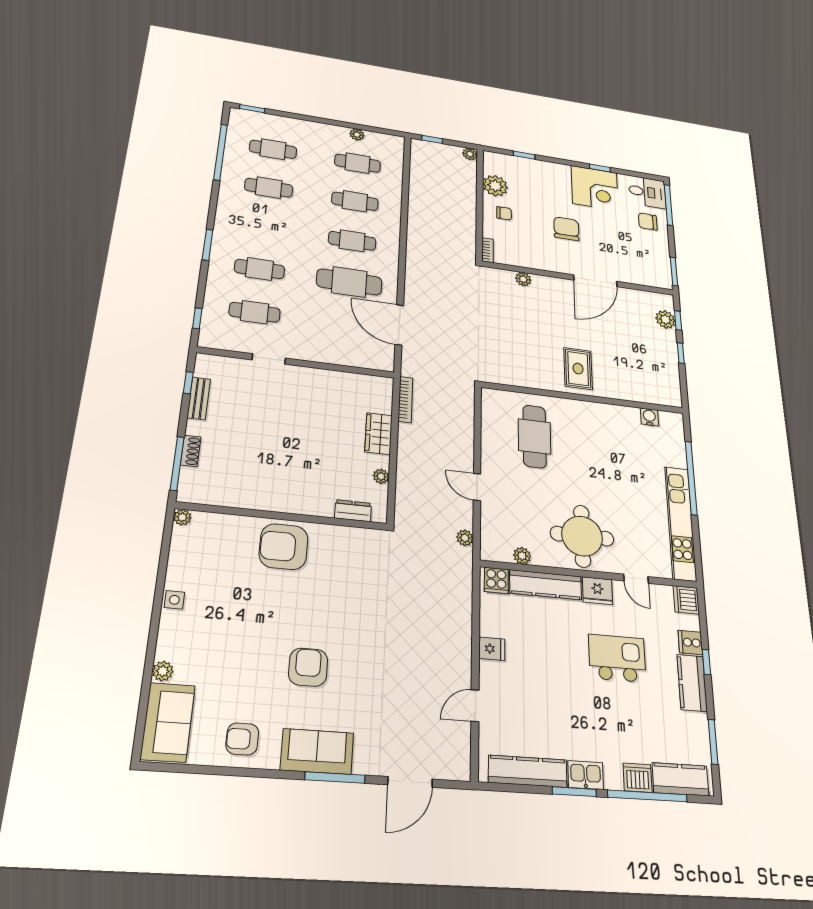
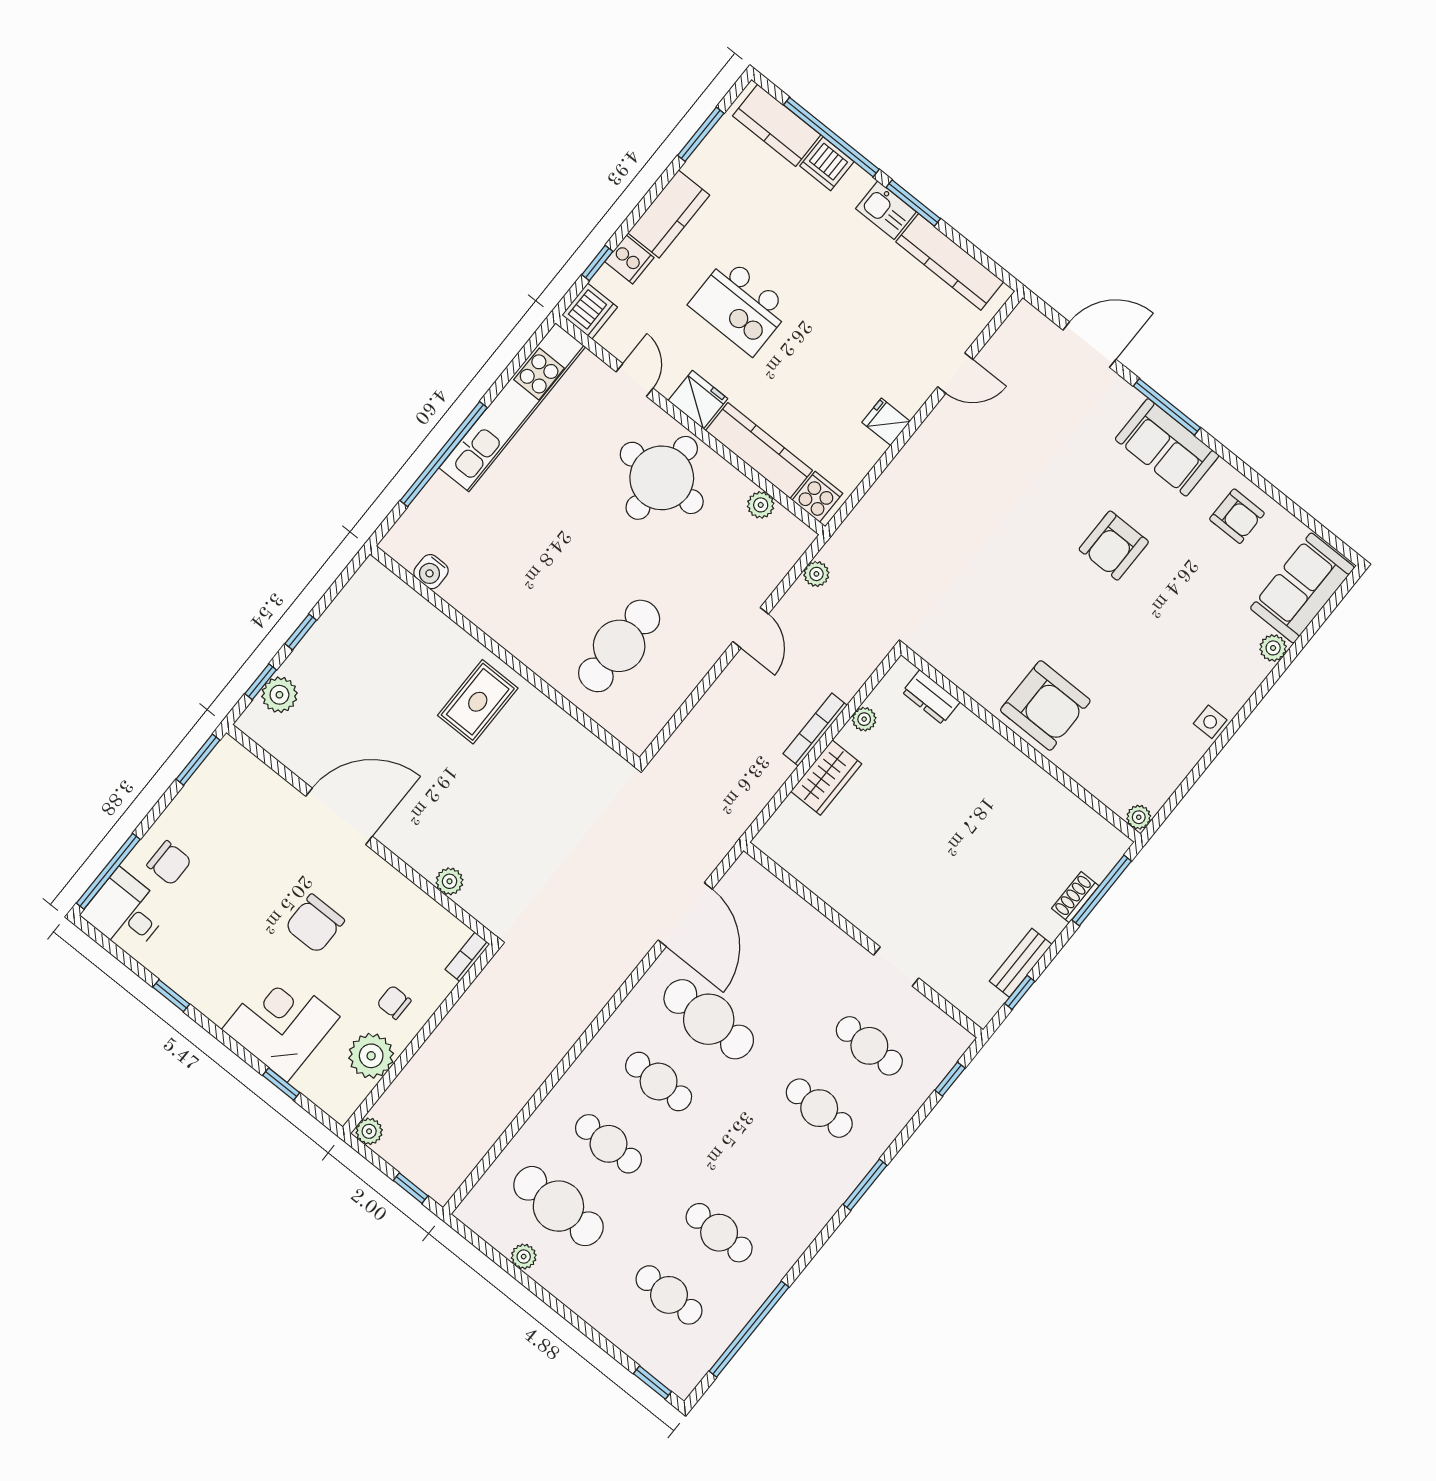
cafe table: (358, 163) -> (558, 1206), width x1.37, depth x1.35
corner desk: (595, 188) -> (281, 1023), moved
bookcase: (405, 400) -> (815, 729), moved
window: (706, 662) -> (597, 263), moved

